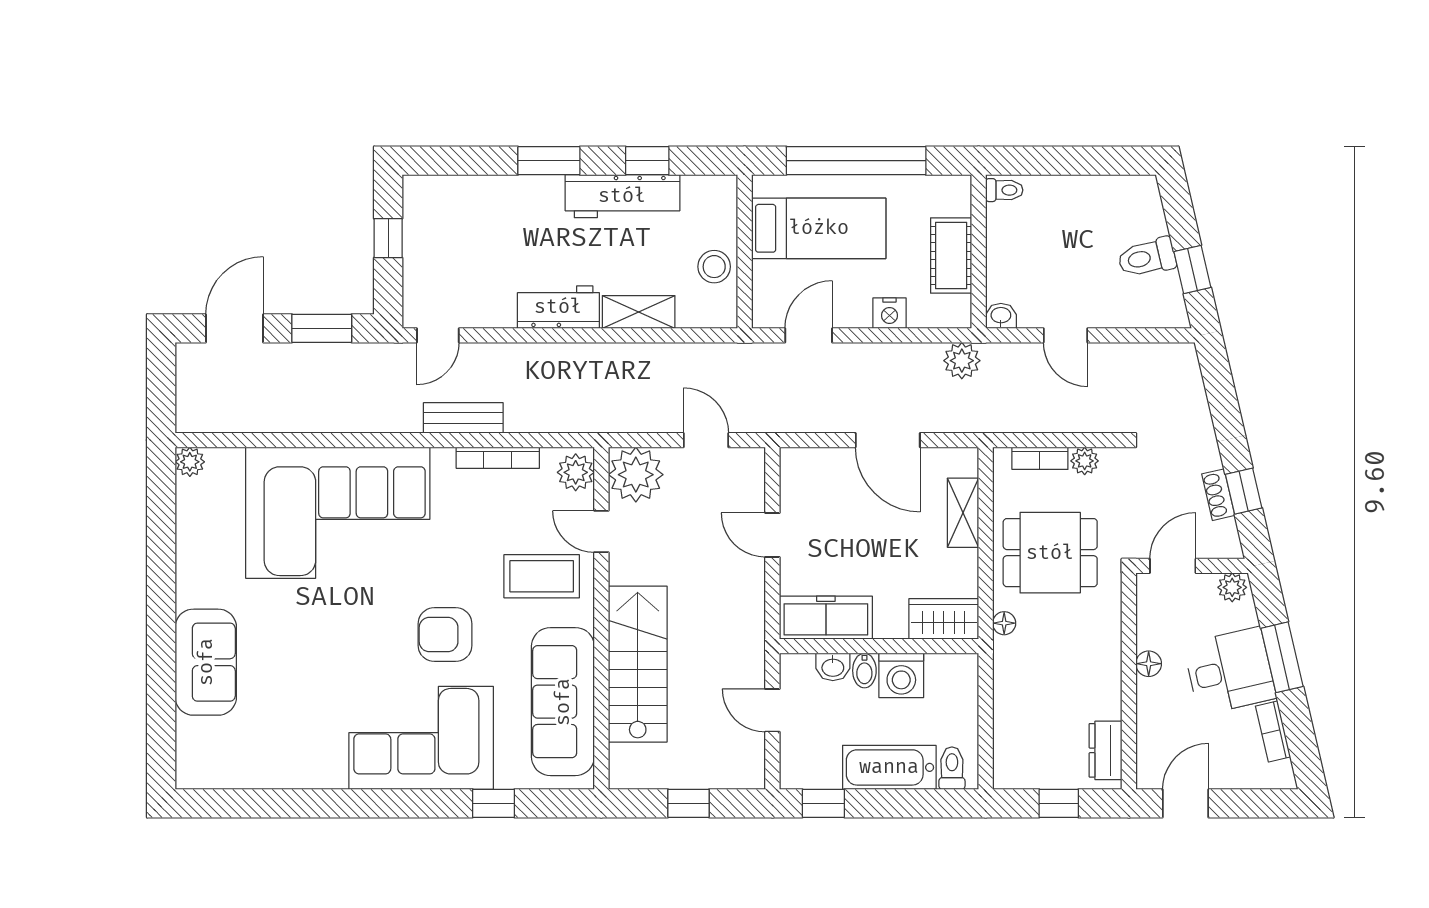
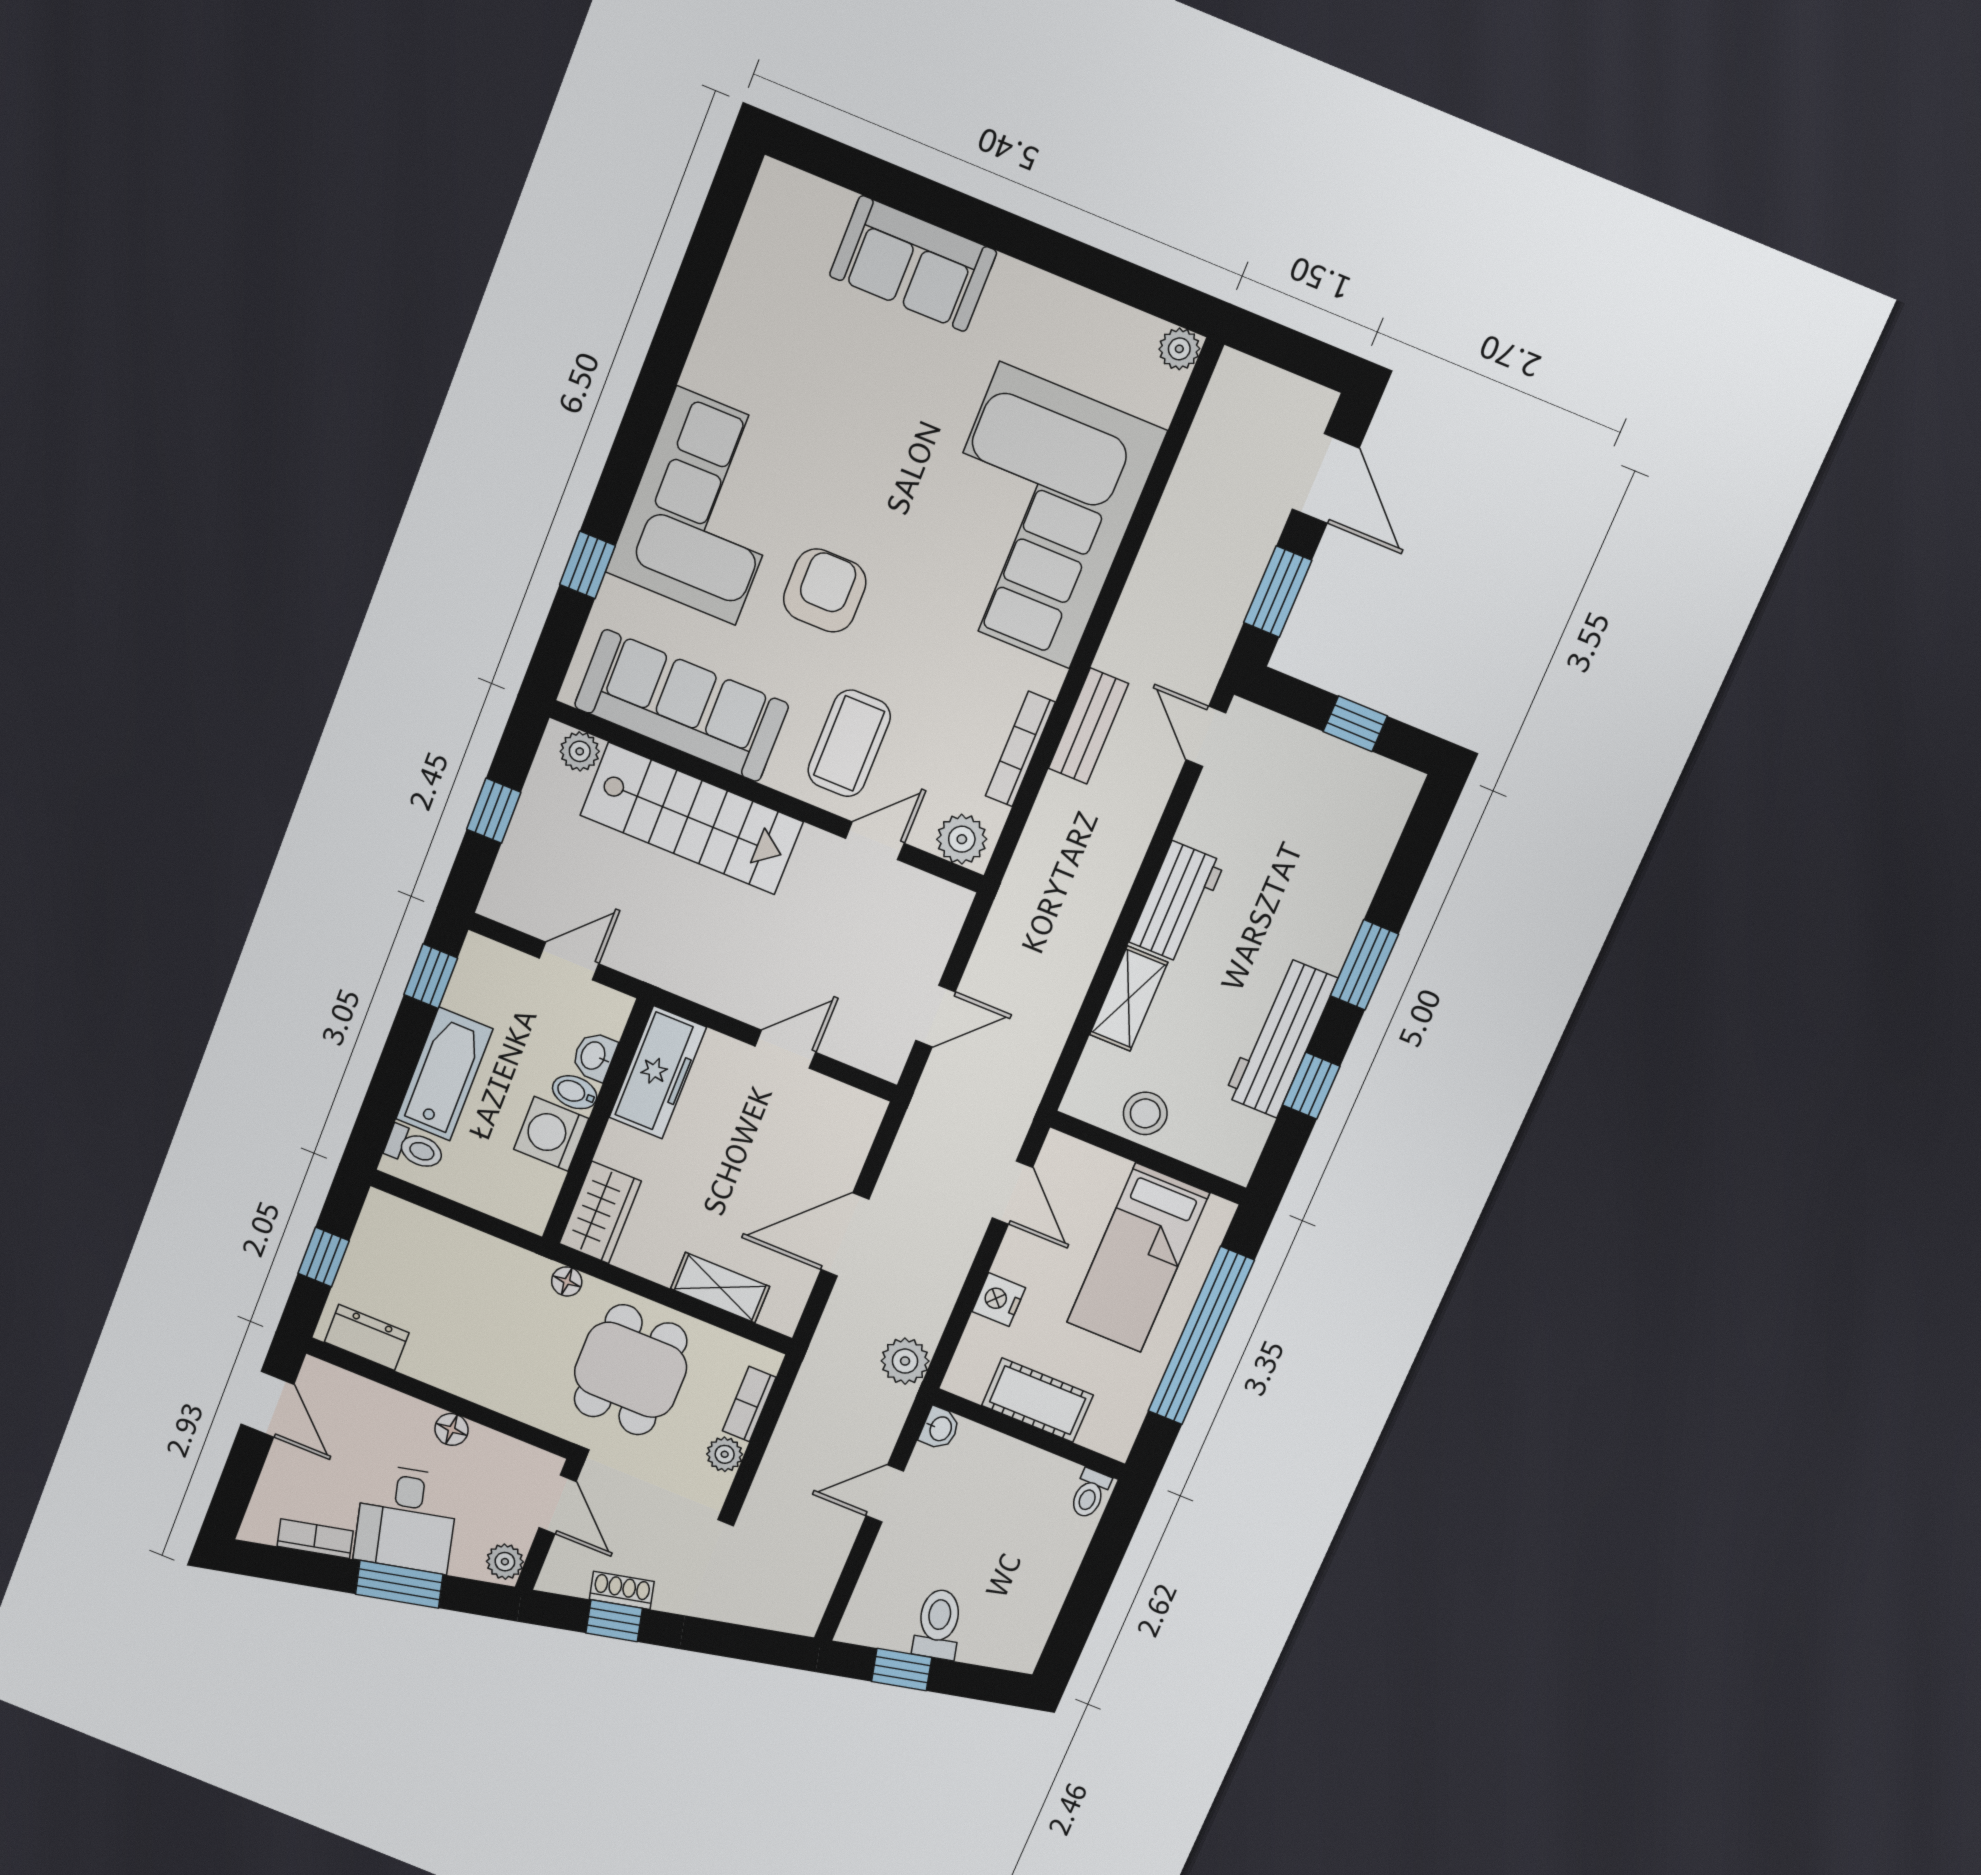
plant: (636, 475) -> (580, 751), moved, width x0.53, depth x0.53

